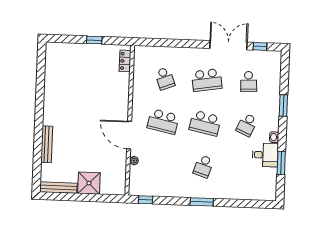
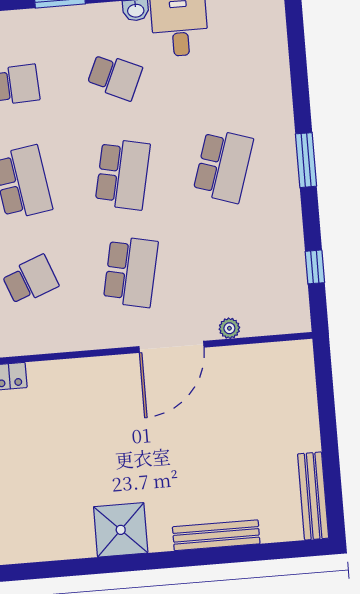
school desk: (203, 166) -> (223, 166), width x1.85
shower: (89, 183) -> (121, 530), moved
window: (146, 200) -> (315, 267), moved

